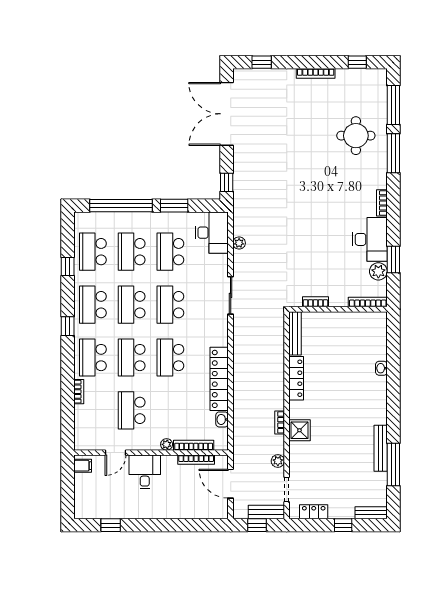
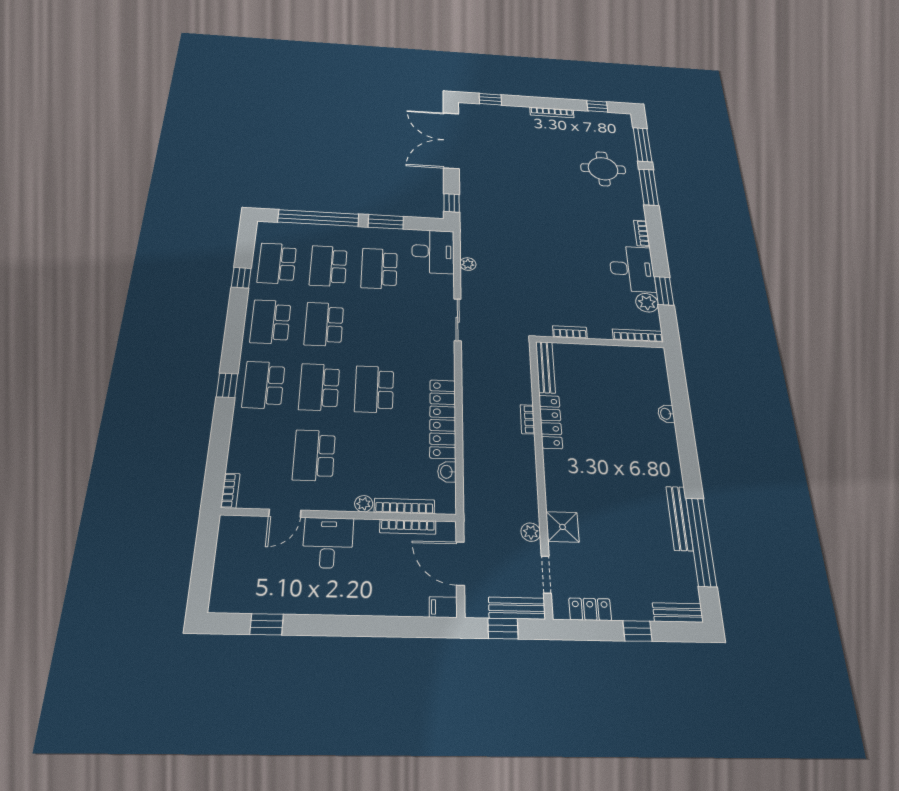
school desk: (170, 305) -> (377, 327), removed
window: (68, 326) -> (227, 385), moved
bookcase: (79, 392) -> (230, 491), moved
bookcase: (280, 422) -> (528, 419), moved
shower: (299, 430) -> (562, 527), moved
window: (393, 465) -> (701, 542), width x1.46
filing cabinet: (83, 466) -> (443, 607), moved, turned 180

